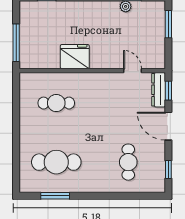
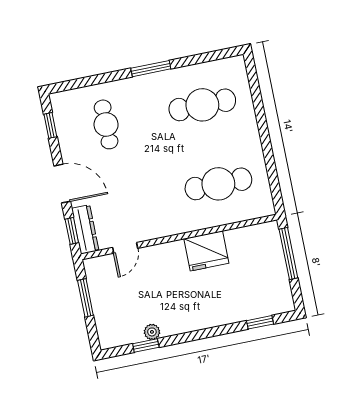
window: (168, 24) -> (85, 298), moved
door: (133, 71) -> (125, 248), hinge flipped
cafe table: (56, 103) -> (218, 184), width x1.37, depth x1.35
window: (55, 196) -> (151, 69), moved

